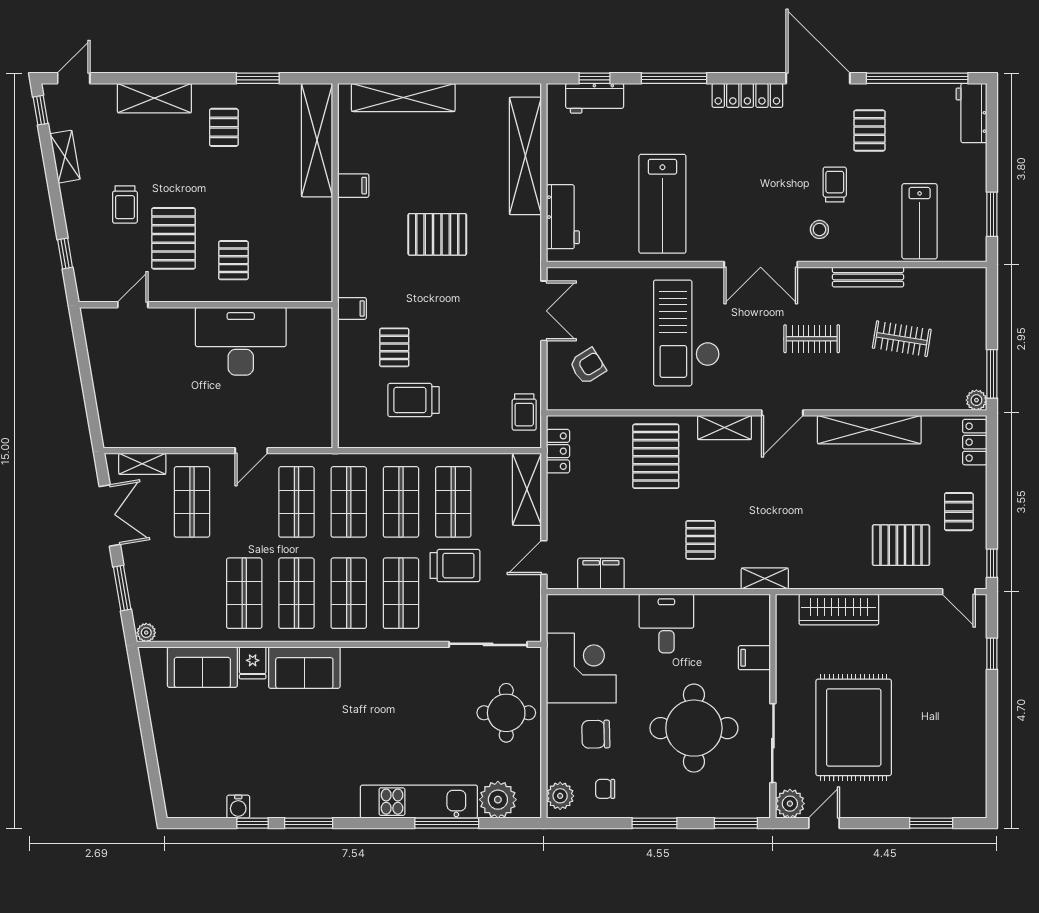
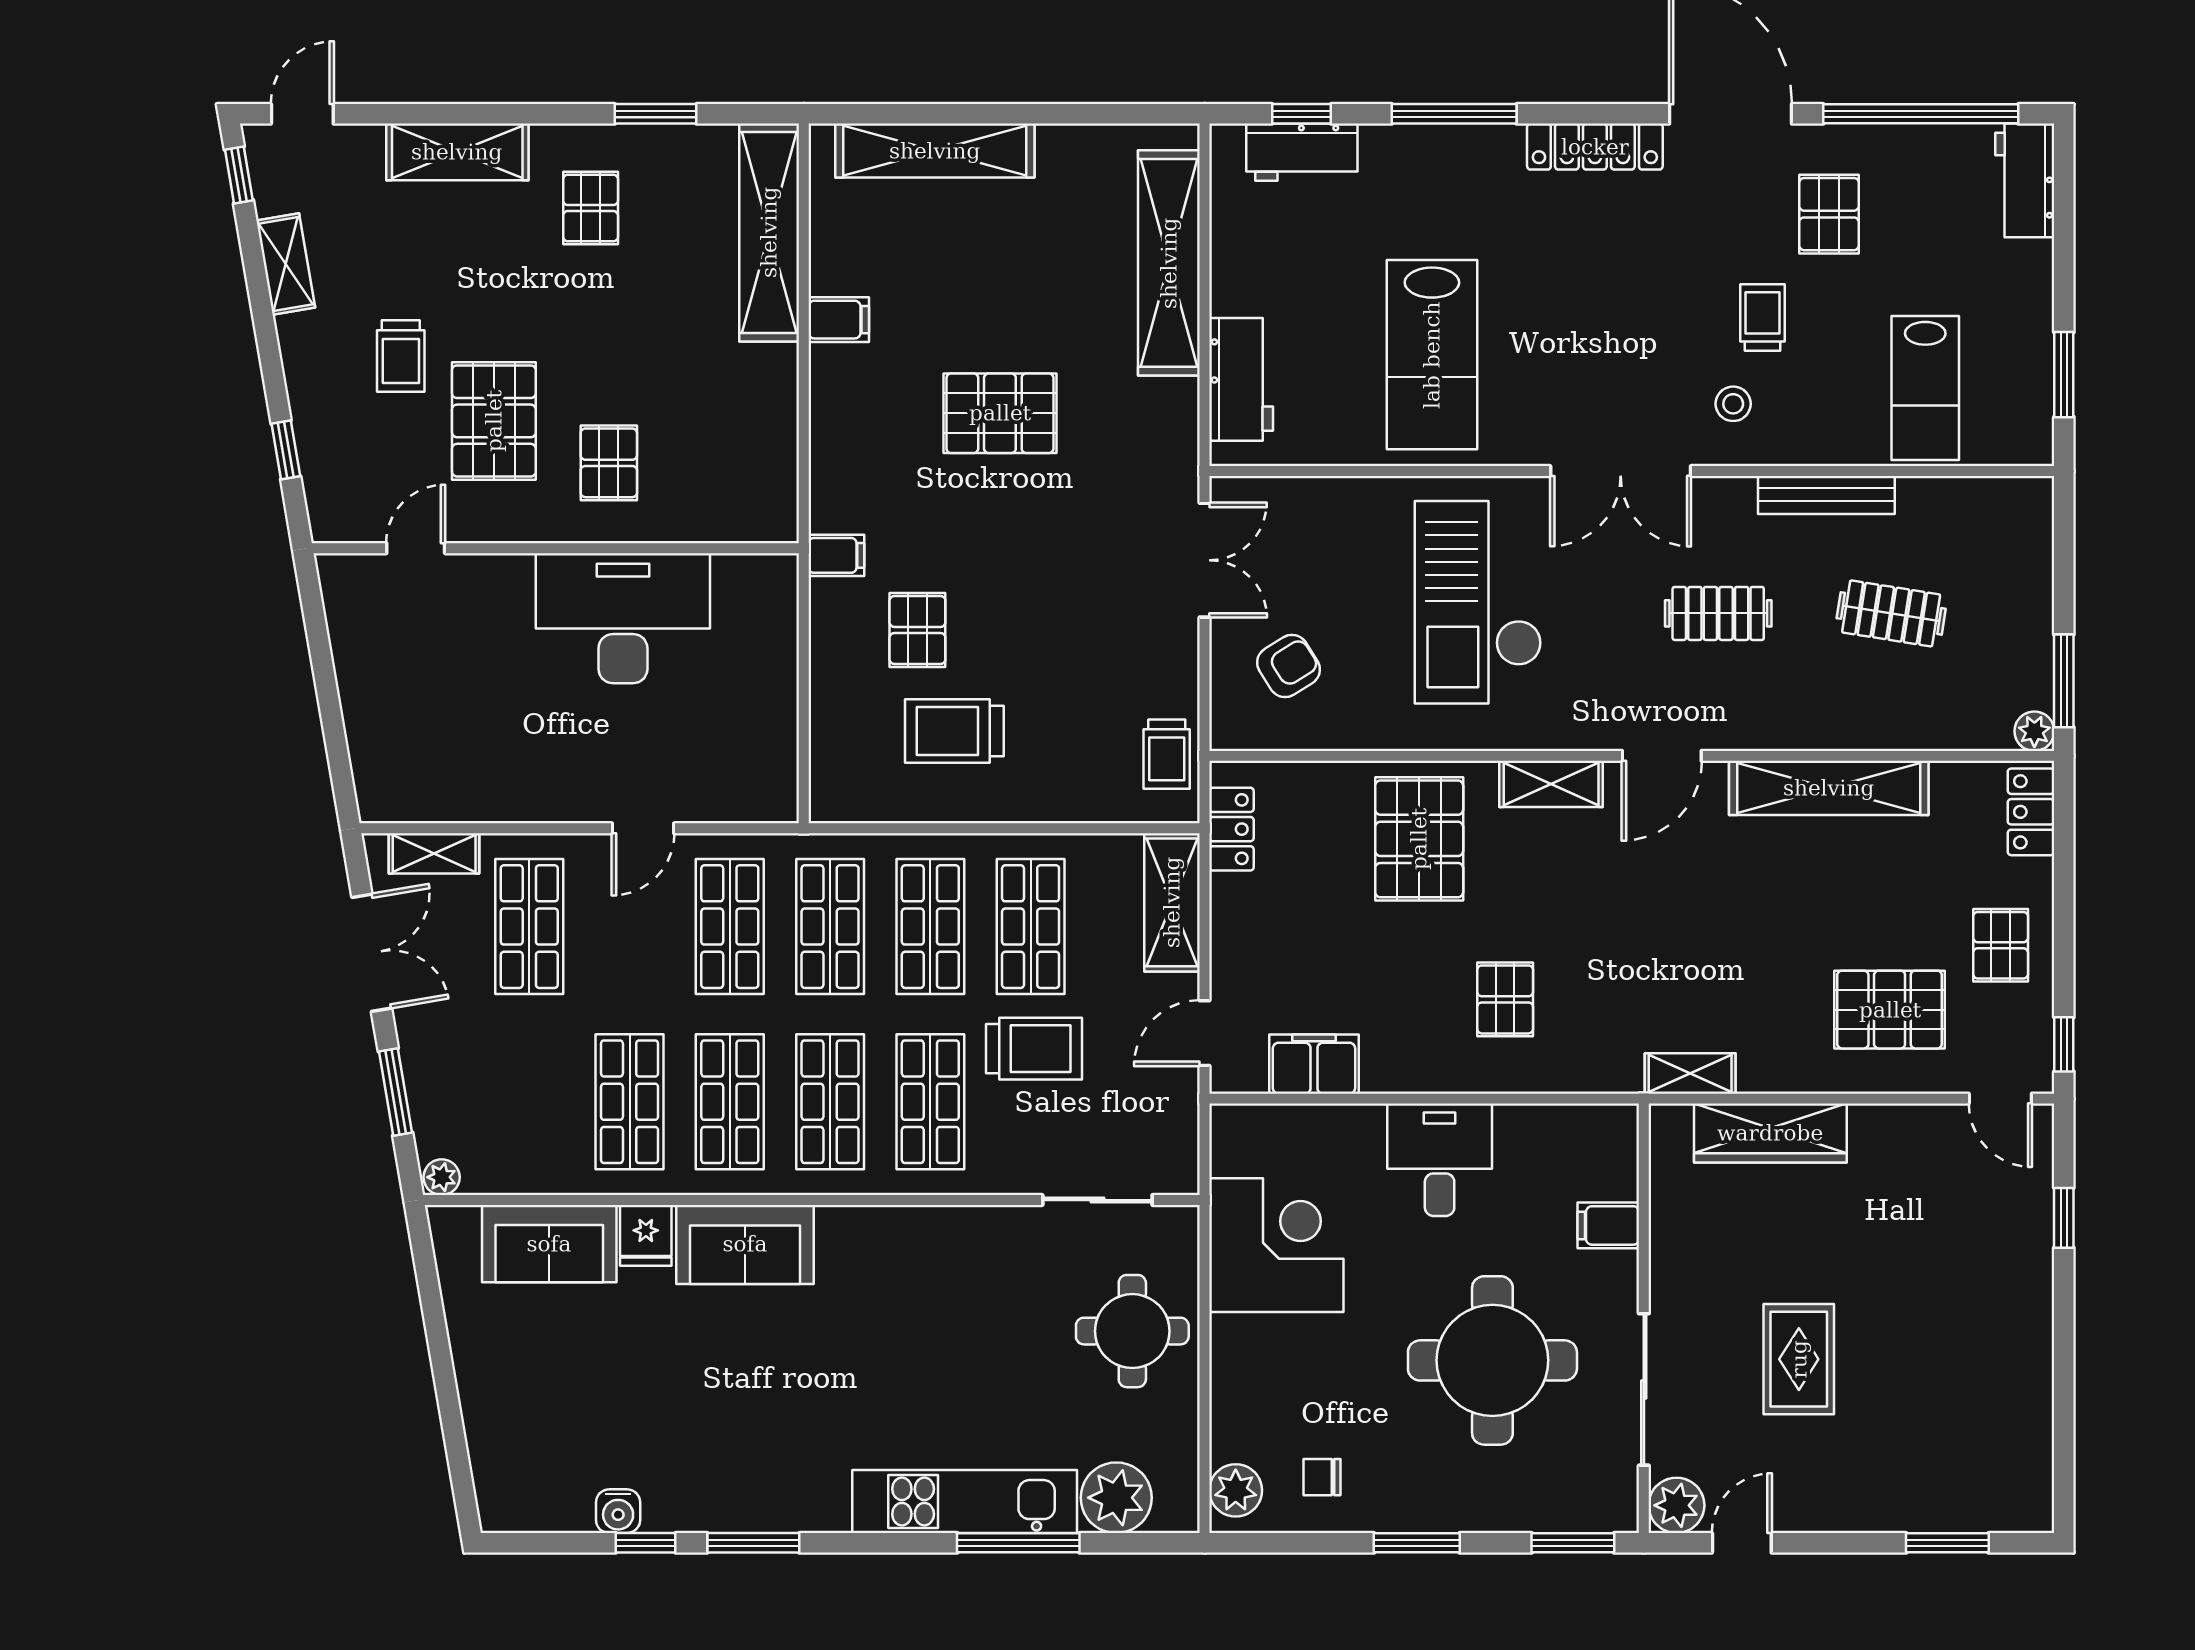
shelving: (765, 579) -> (1690, 1073), moved
sliding door: (488, 644) -> (1097, 1200), width x0.73
rug: (854, 727) -> (1799, 1359), width x0.54, depth x0.49
chair: (596, 734) -> (1304, 1372), removed

